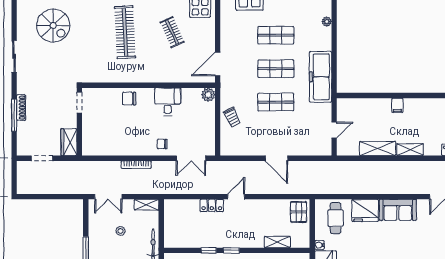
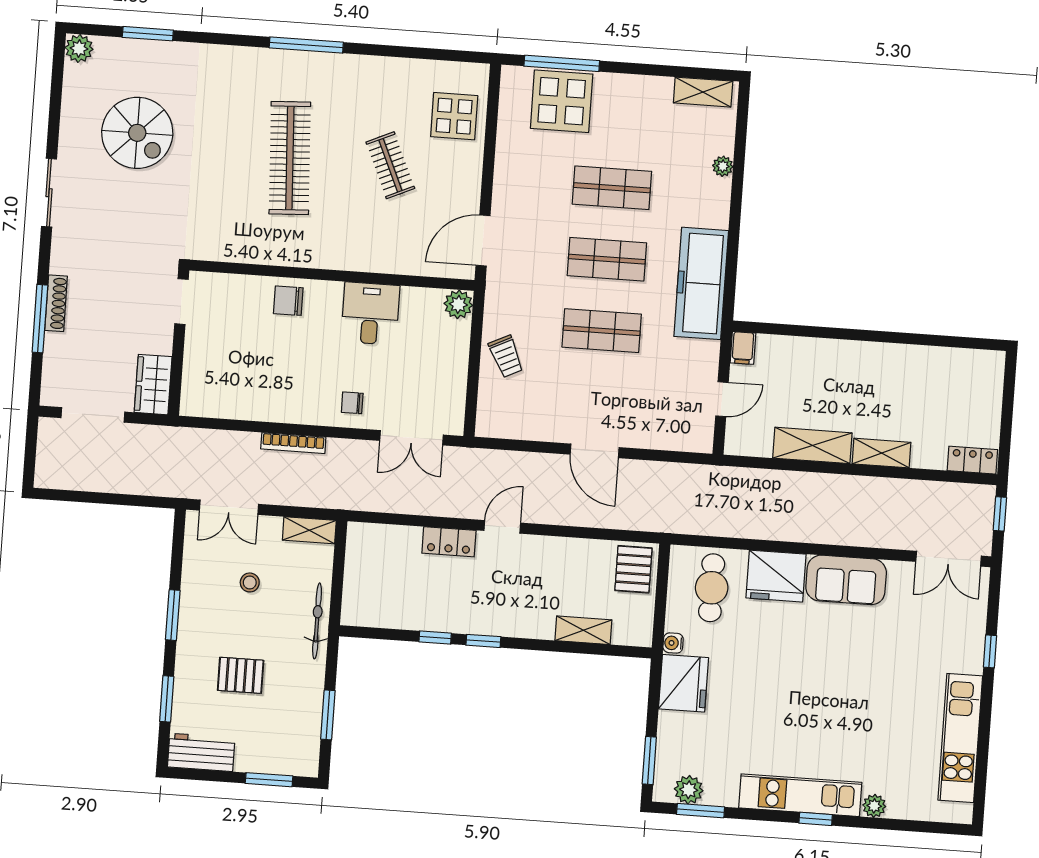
filing cabinet: (397, 105) -> (743, 348), moved
doorway: (42, 158) -> (93, 415), width x1.38

